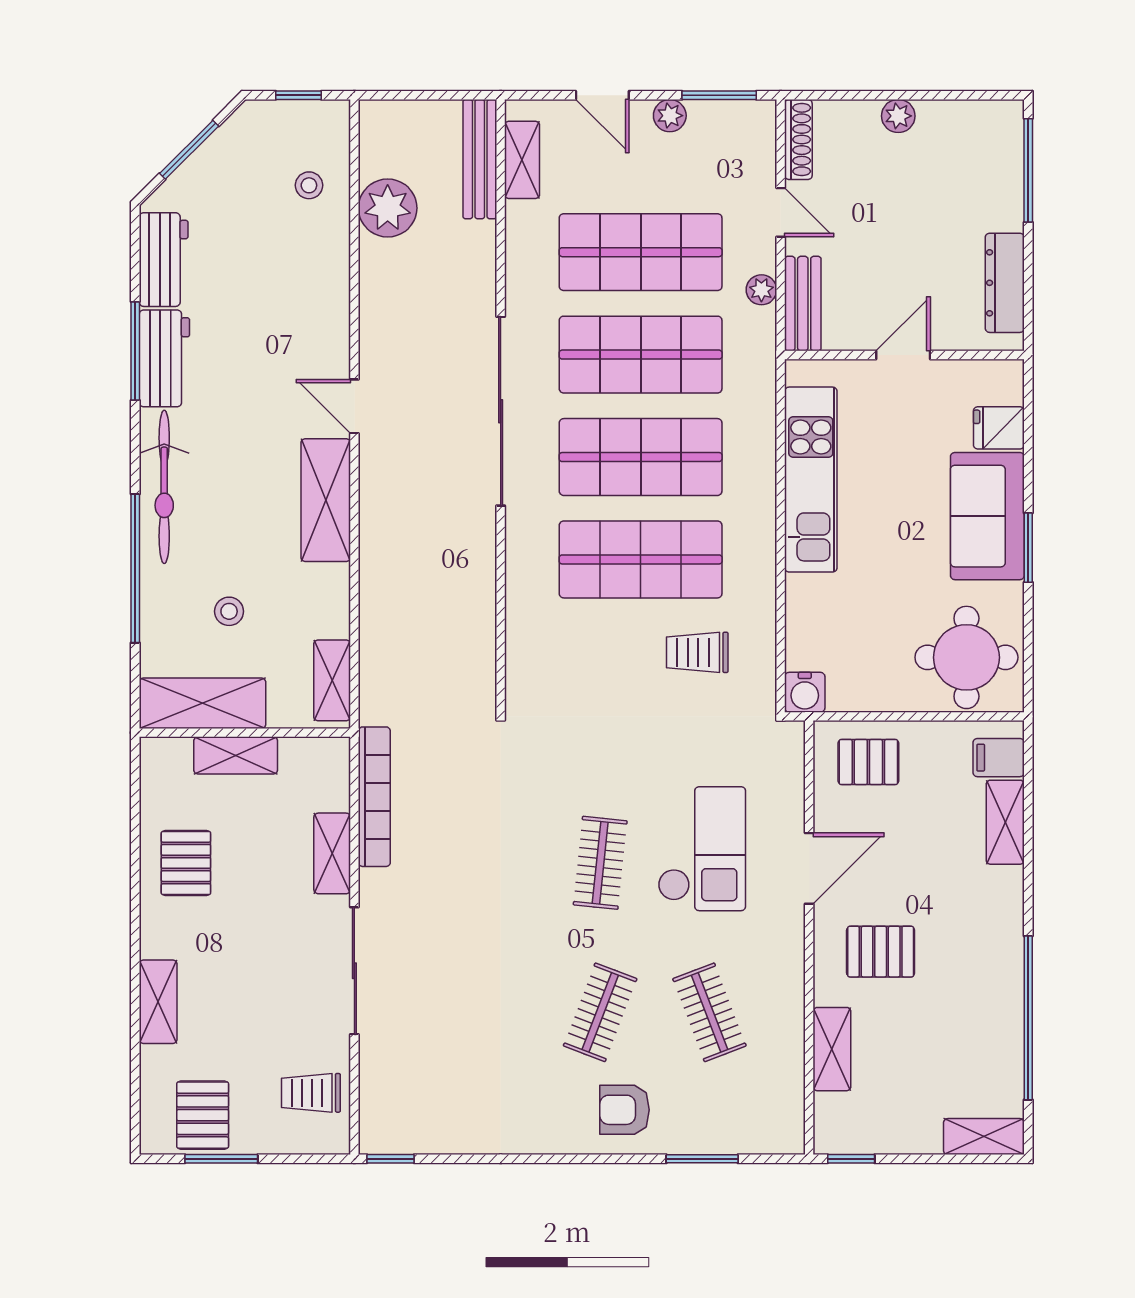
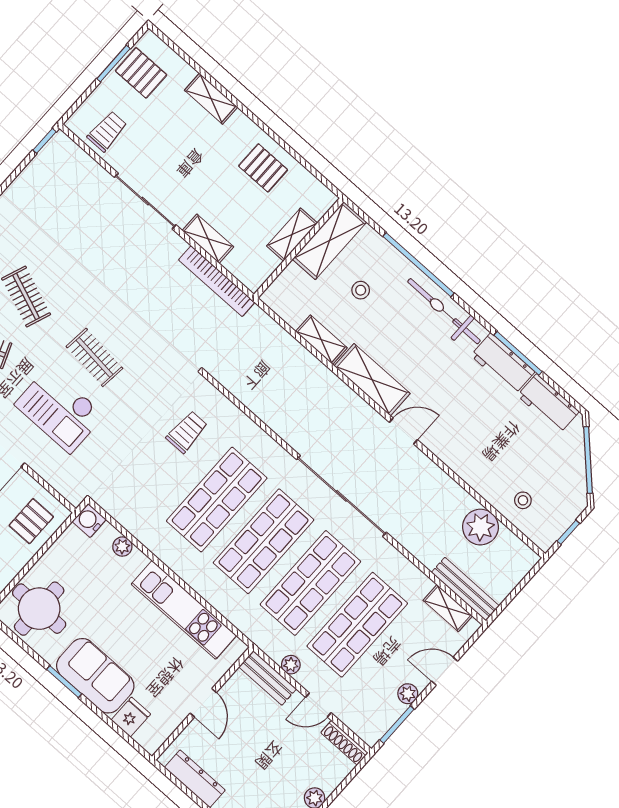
window: (189, 150) -> (588, 460), width x1.44
plant: (800, 623) -> (122, 547), added
trolley: (697, 652) -> (187, 432), moved
shelving: (332, 680) -> (321, 340), moved

